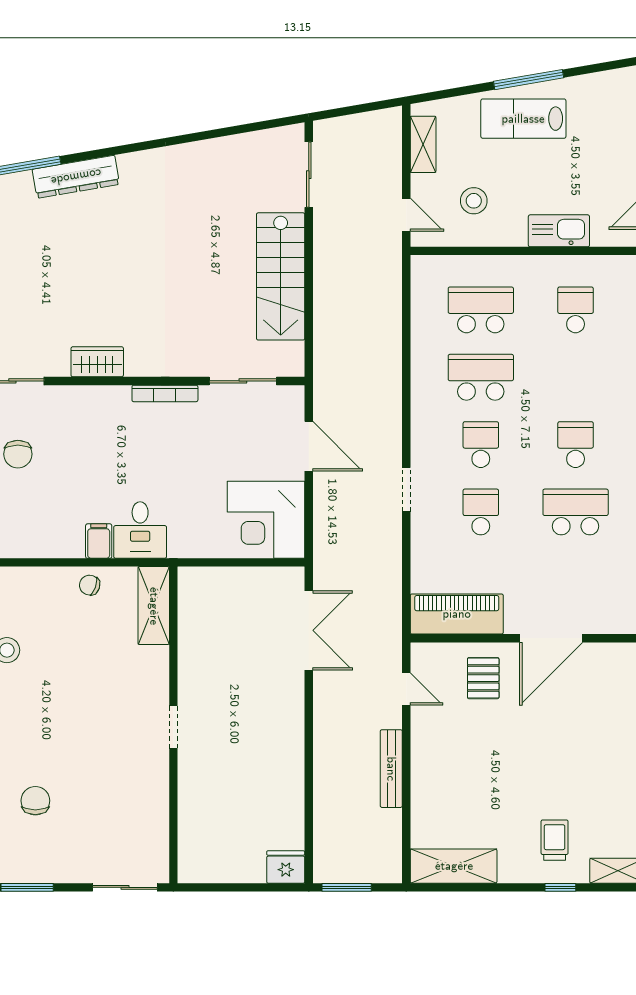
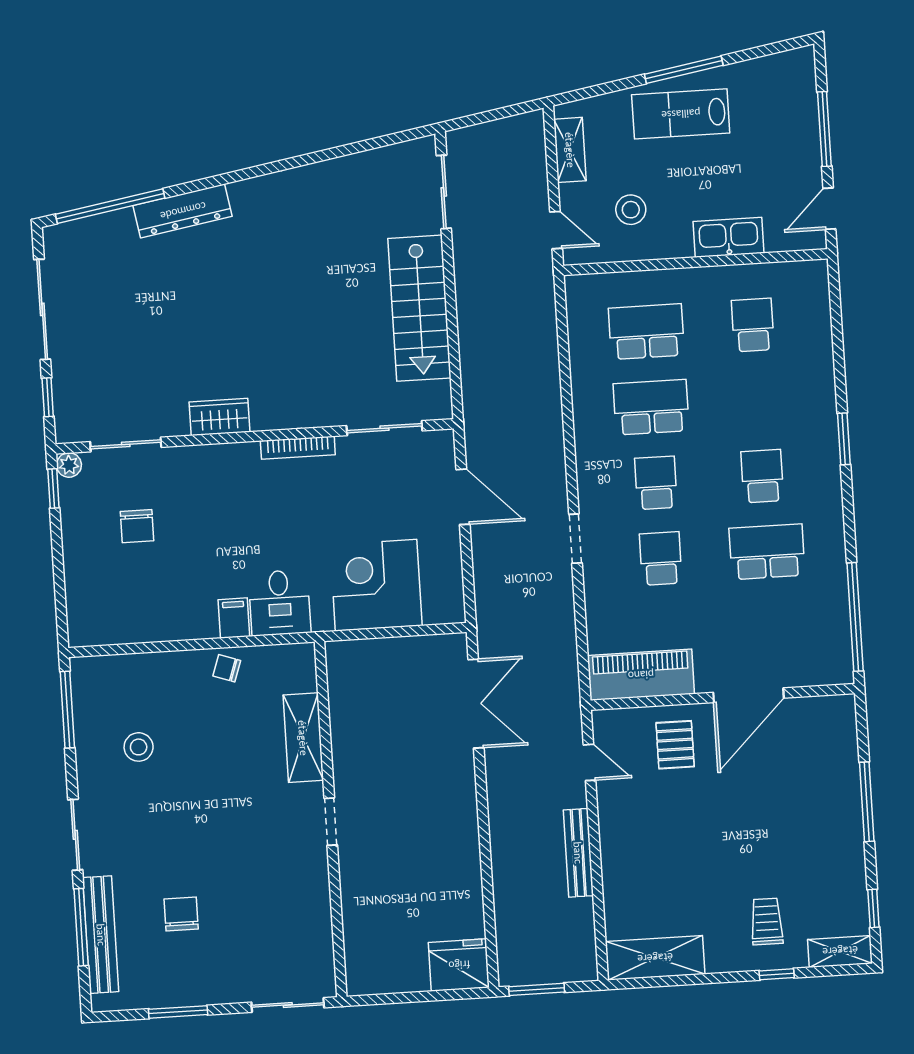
corner desk: (266, 520) -> (376, 585), moved, turned 90
shelving: (154, 606) -> (303, 738), moved
fridge: (286, 867) -> (459, 965), width x1.36, depth x1.34

